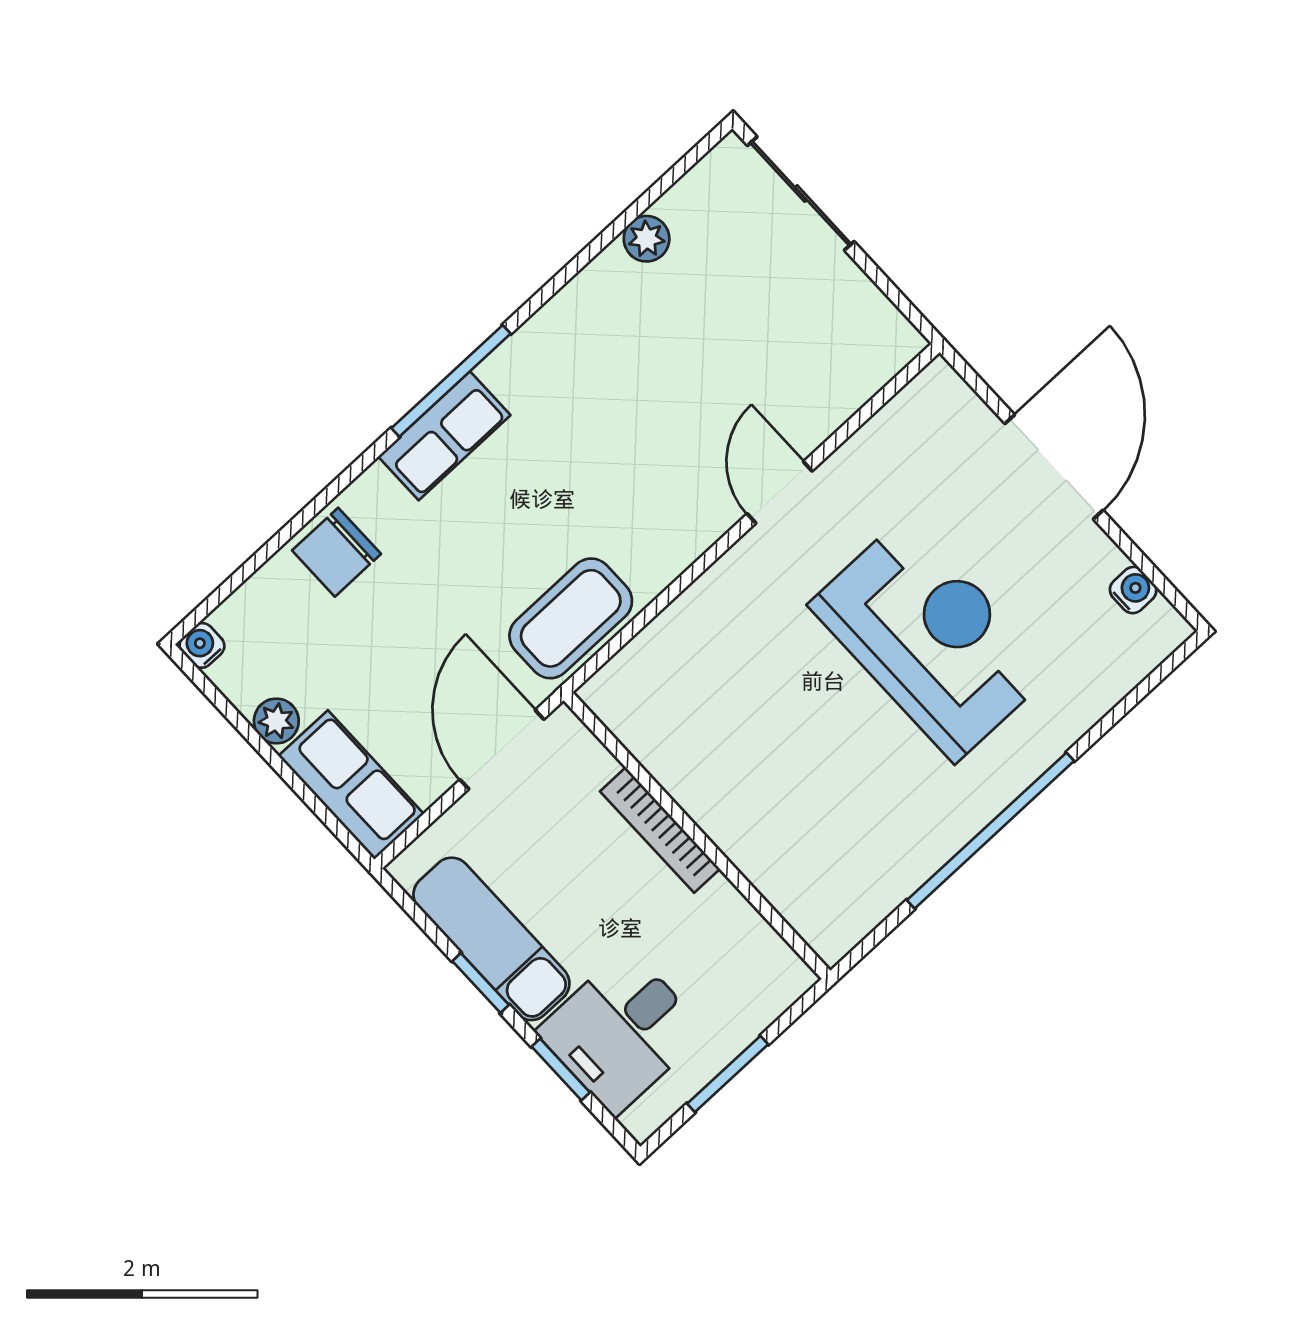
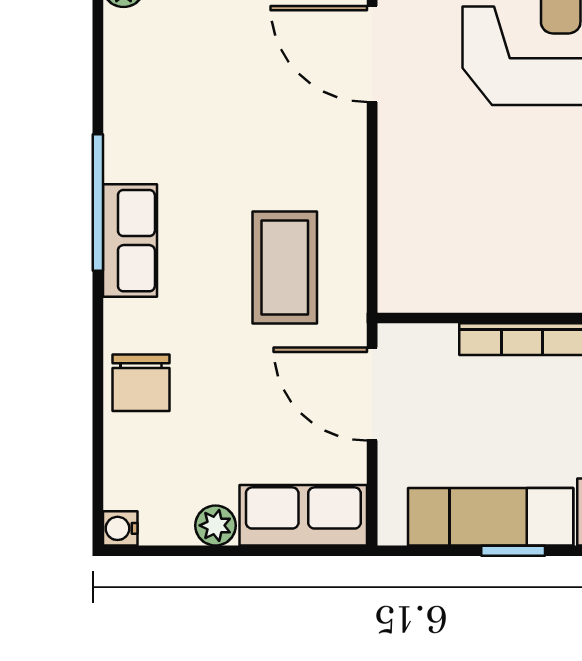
door: (780, 492) -> (372, 54), width x1.38
coffee table: (571, 618) -> (285, 267), moved

